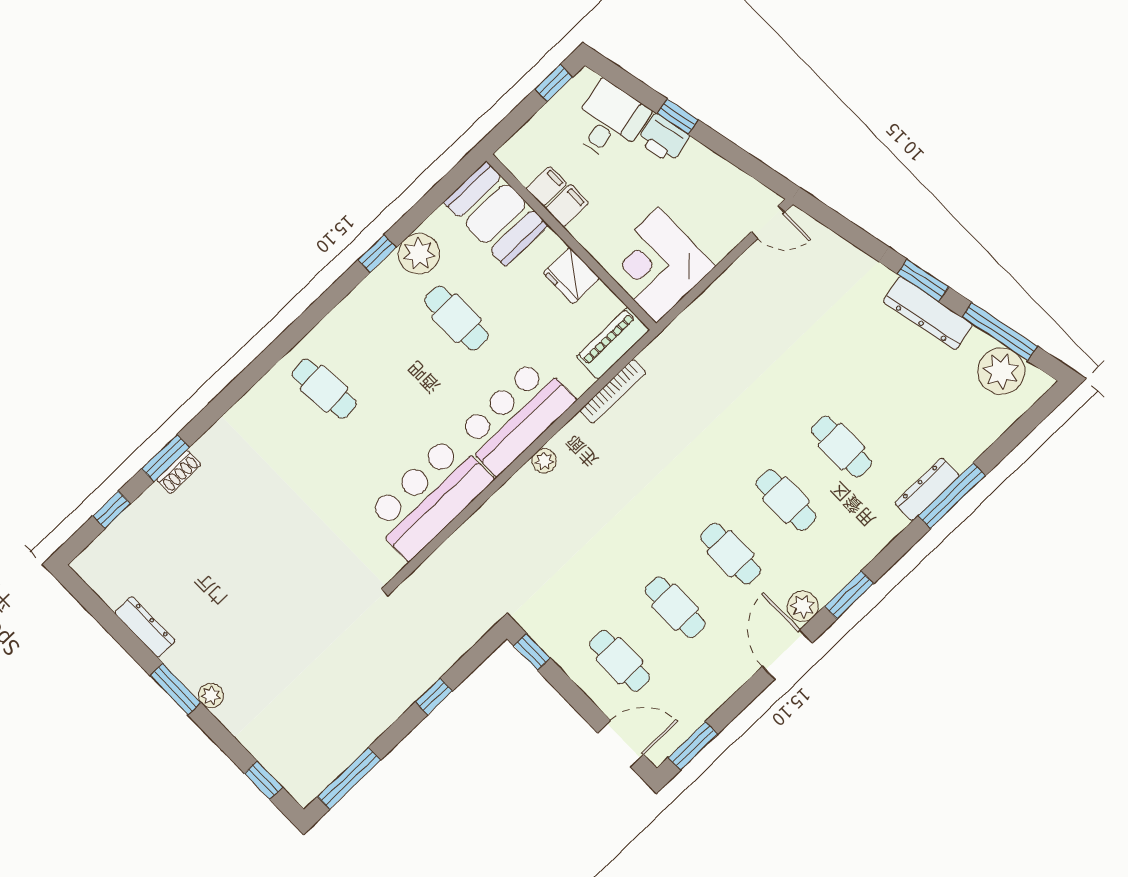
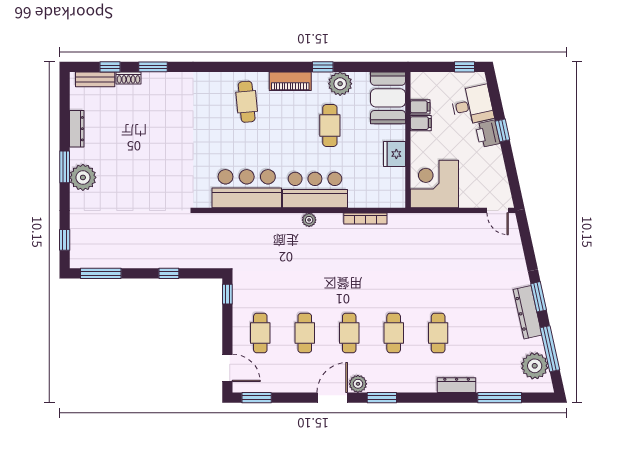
piano: (613, 343) -> (290, 81), moved, turned 180
shoe rack: (179, 472) -> (128, 78), moved
window: (952, 496) -> (500, 398), moved
bench: (108, 543) -> (95, 79), added
plant: (211, 696) -> (83, 177), width x1.87, depth x1.87

